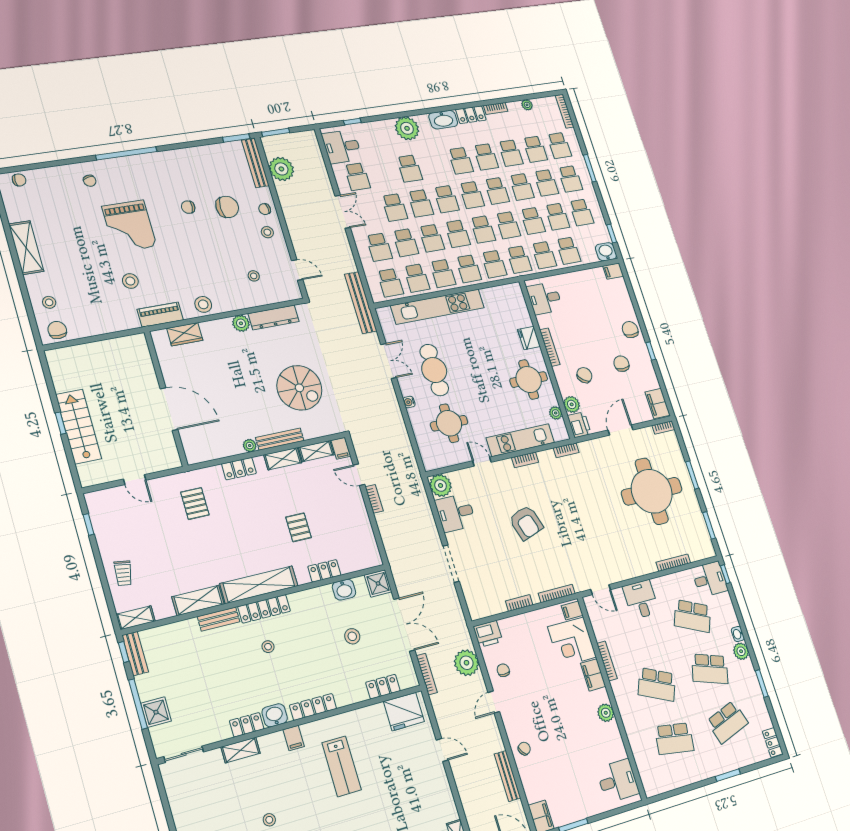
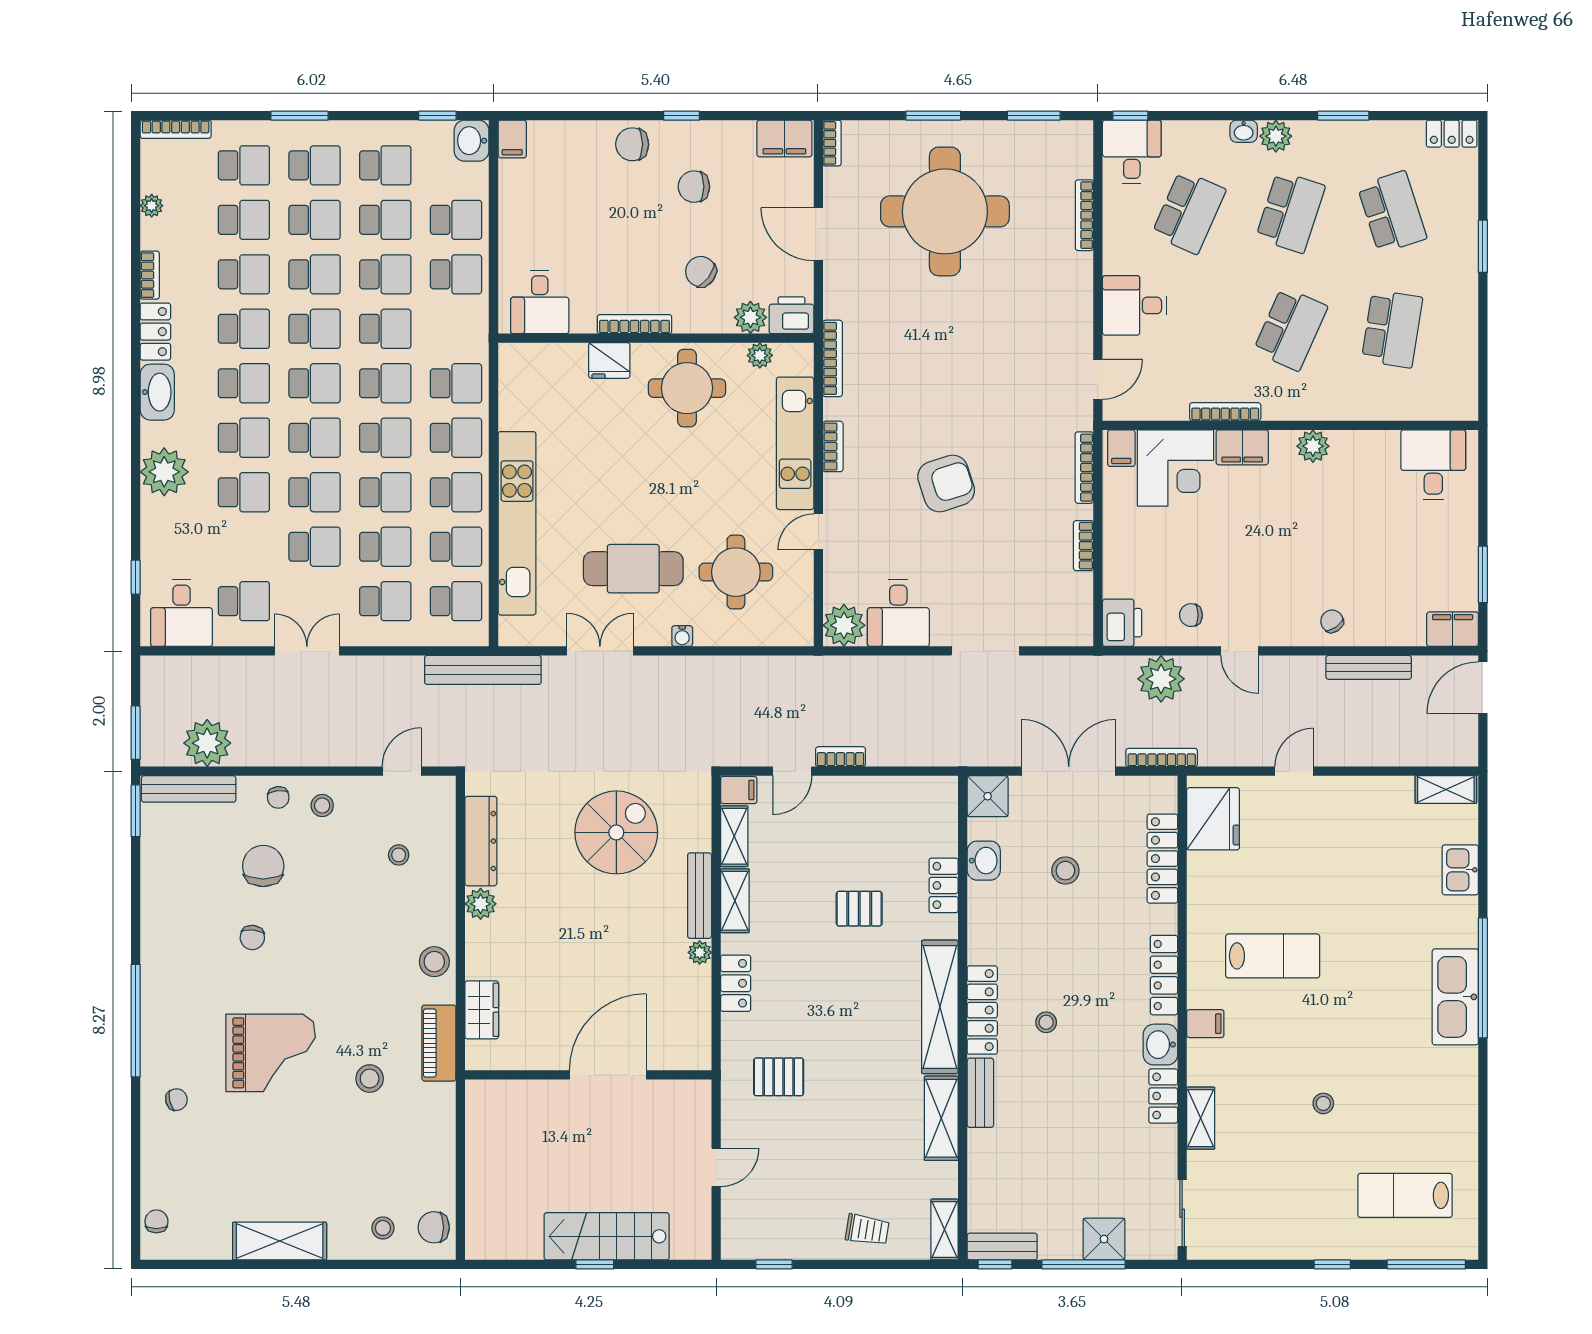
school desk: (519, 260) -> (244, 438), moved
bookcase: (566, 450) -> (833, 358), width x1.56
locker: (383, 687) -> (1162, 859), width x1.53

